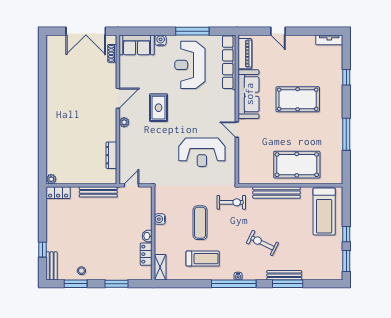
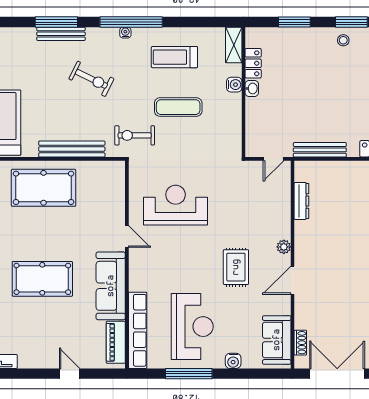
sofa: (137, 45) -> (277, 340), moved, turned -90
water cooler: (160, 219) -> (234, 85), moved
exercise mat: (200, 223) -> (178, 107), turned 90

